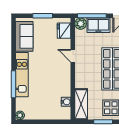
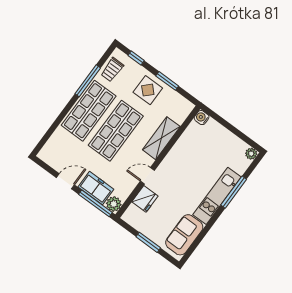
fridge: (64, 31) -> (145, 199), moved
door: (73, 56) -> (147, 176), swing flipped
water cooler: (66, 102) -> (202, 118), moved
shelving: (81, 104) -> (161, 138), moved

